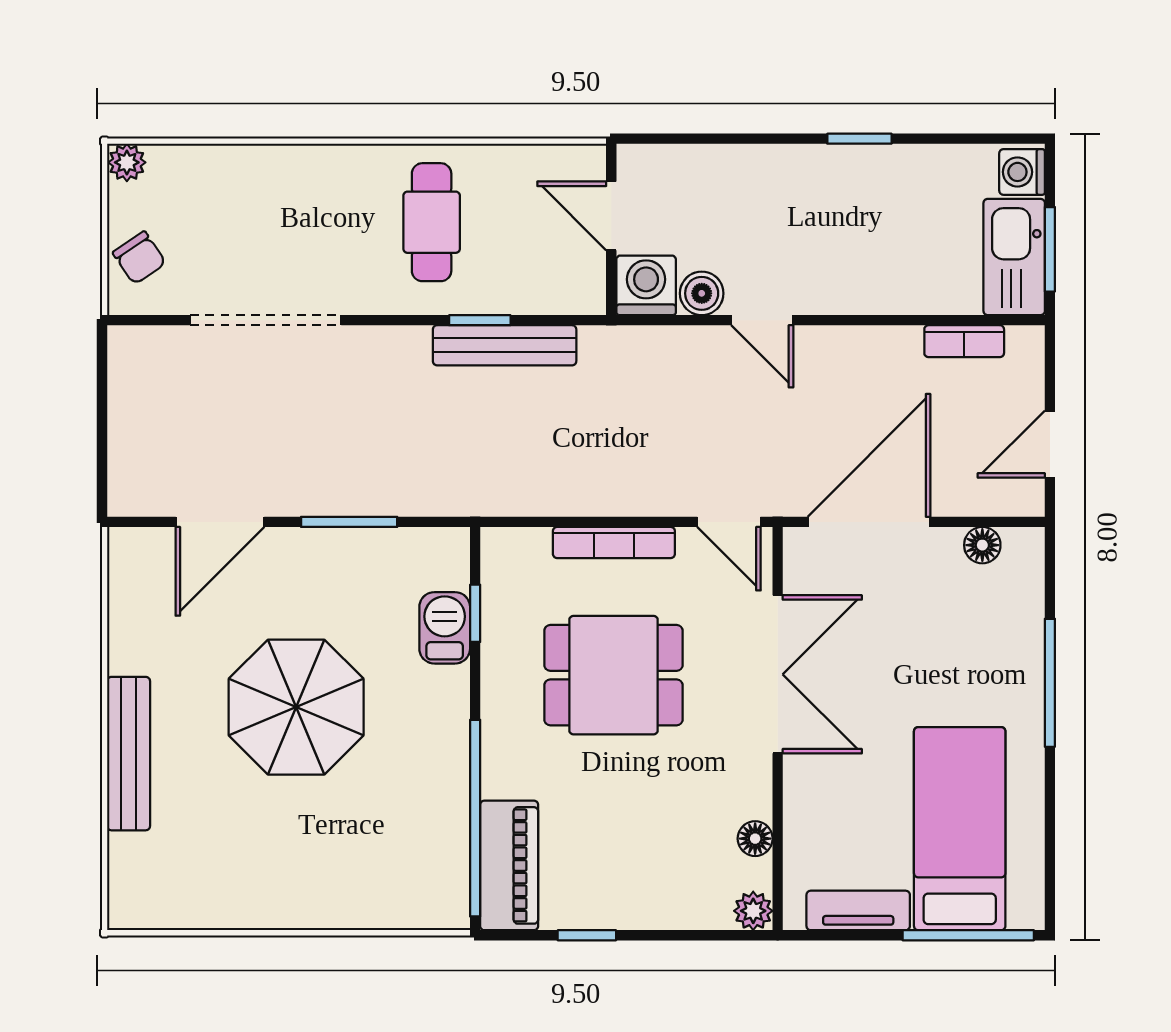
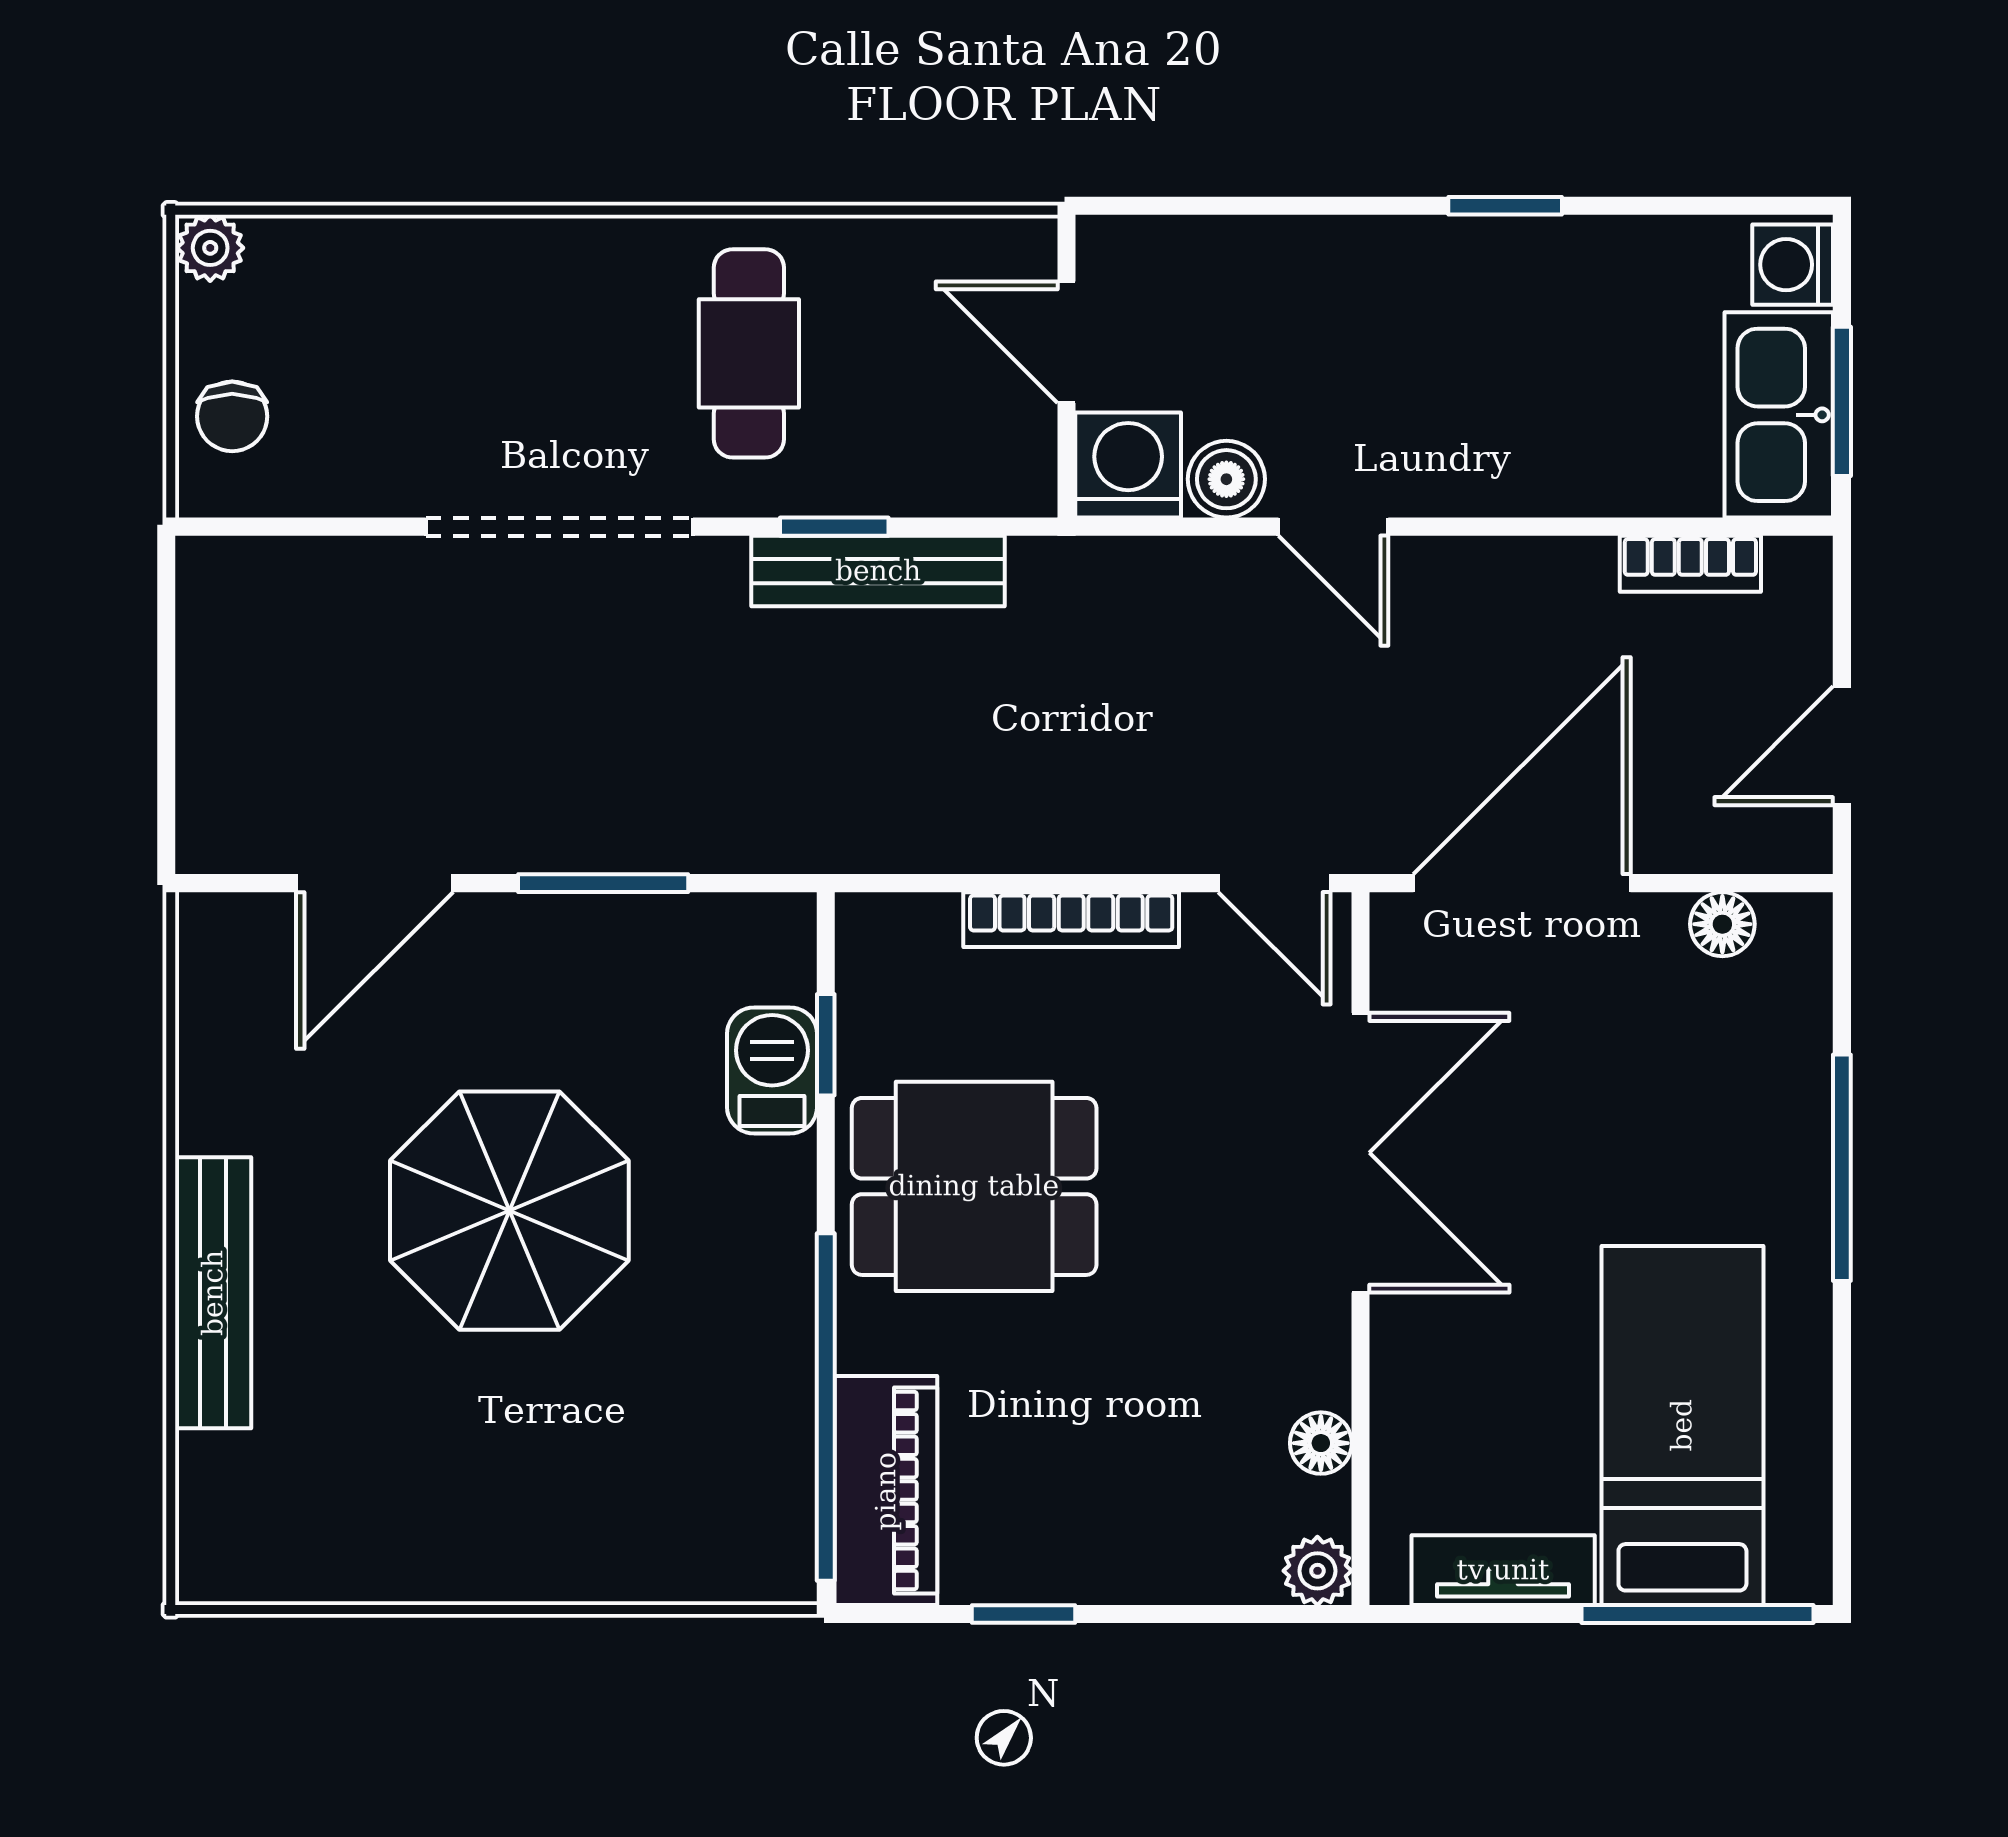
chair: (139, 258) -> (232, 416), turned 34
doorway: (266, 320) -> (559, 527), moved
dining table: (613, 675) -> (974, 1186), moved

